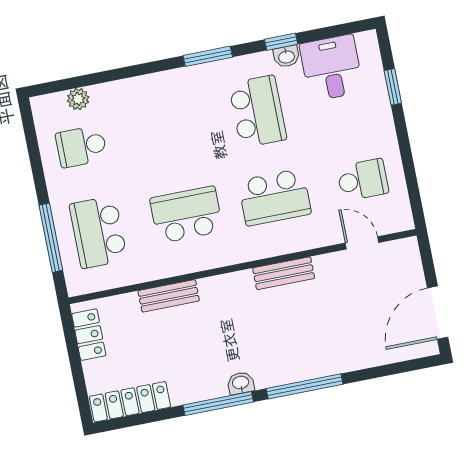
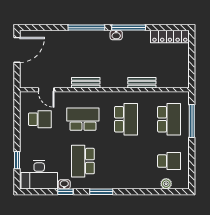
desk: (332, 68) -> (39, 175), width x1.37
school desk: (363, 180) -> (40, 119), turned 180
school desk: (186, 215) -> (126, 119), turned -90
locker: (89, 335) -> (183, 72), removed

